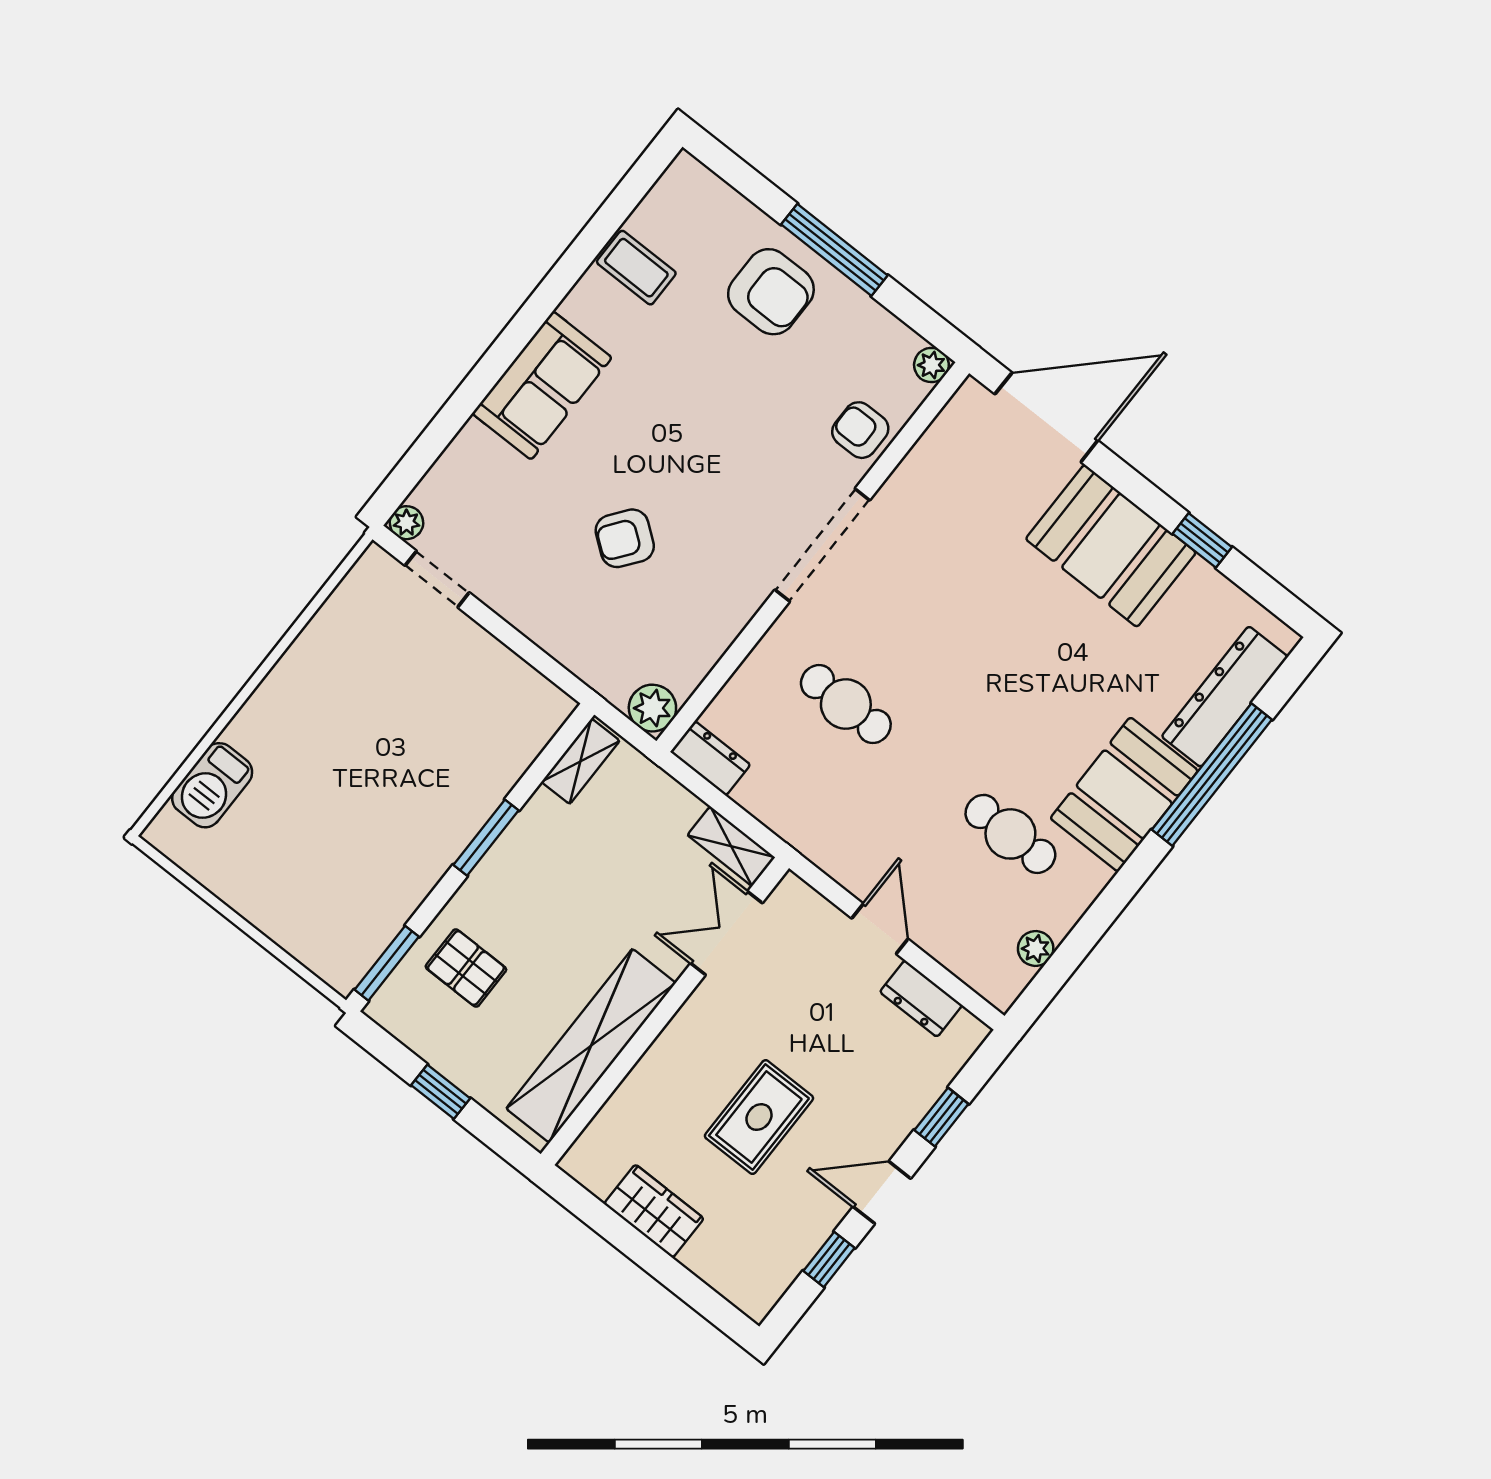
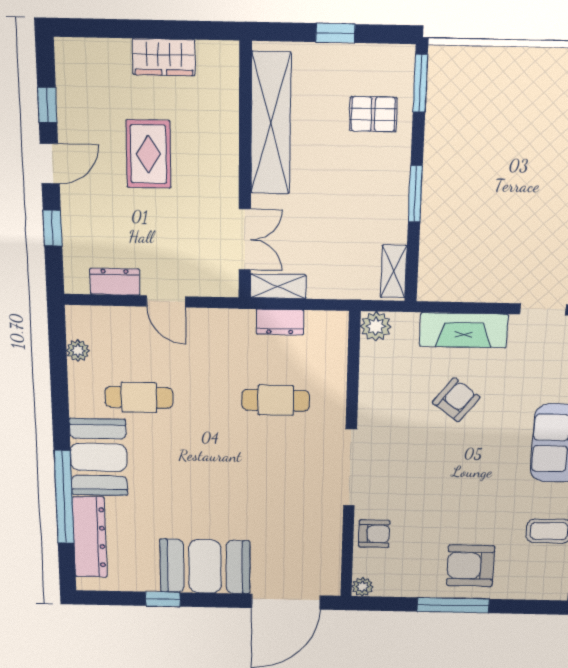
fireplace: (551, 623) -> (464, 330), added
dresser: (710, 758) -> (280, 322), moved

